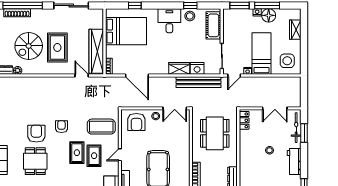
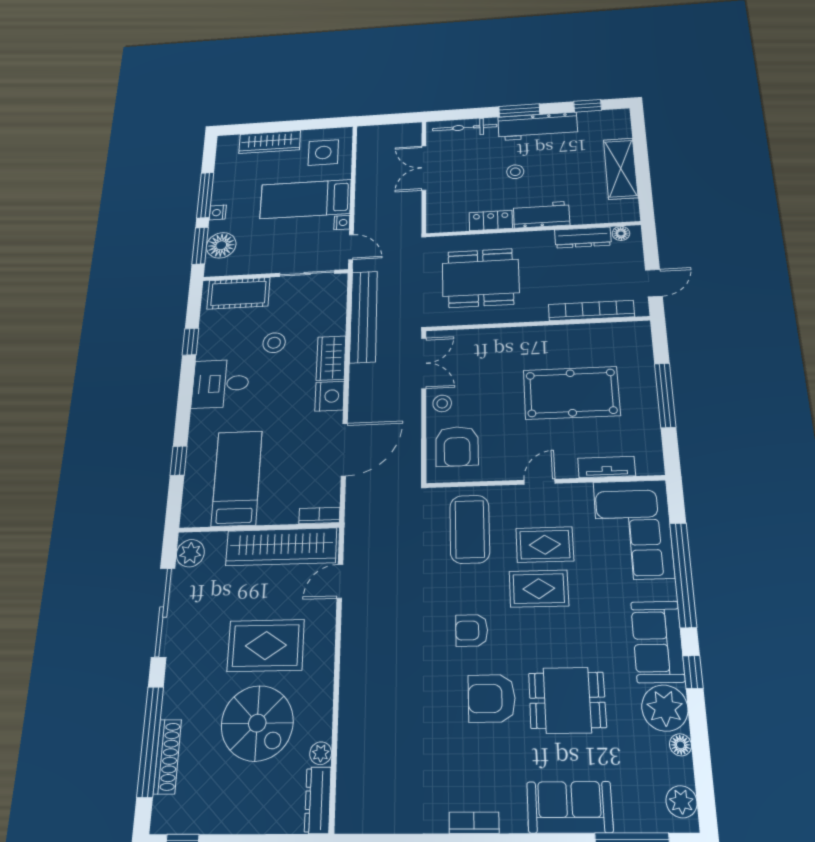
plant: (95, 14) -> (190, 553), added
floor lamp: (269, 15) -> (221, 245), moved
stool: (190, 16) -> (274, 343), moved
wardrobe: (295, 30) -> (270, 142), width x1.50
bed: (126, 31) -> (237, 478), width x0.67
nightstand: (197, 68) -> (330, 396), moved
double door: (275, 108) -> (424, 168), swing flipped
locker: (244, 120) -> (491, 220), moved
armchair: (136, 122) -> (457, 446), turned 90
window: (304, 133) -> (519, 110), moved
door: (120, 155) -> (540, 482), swing flipped
workbench: (246, 161) -> (541, 215), added
workbench: (294, 161) -> (538, 126), width x1.38

